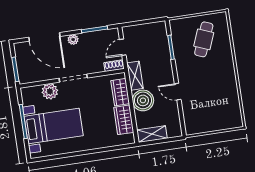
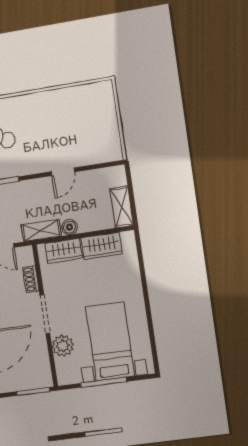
shoe rack: (114, 66) -> (31, 279), moved
boiler: (143, 100) -> (69, 227), width x0.54, depth x0.54

